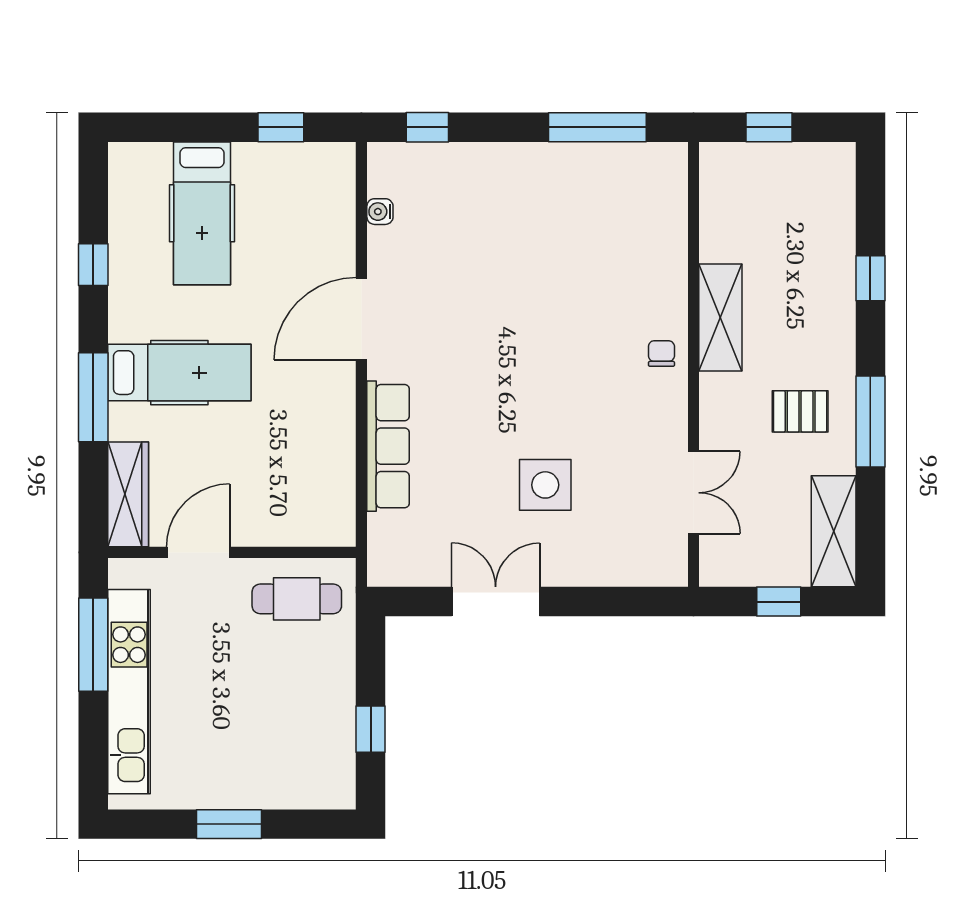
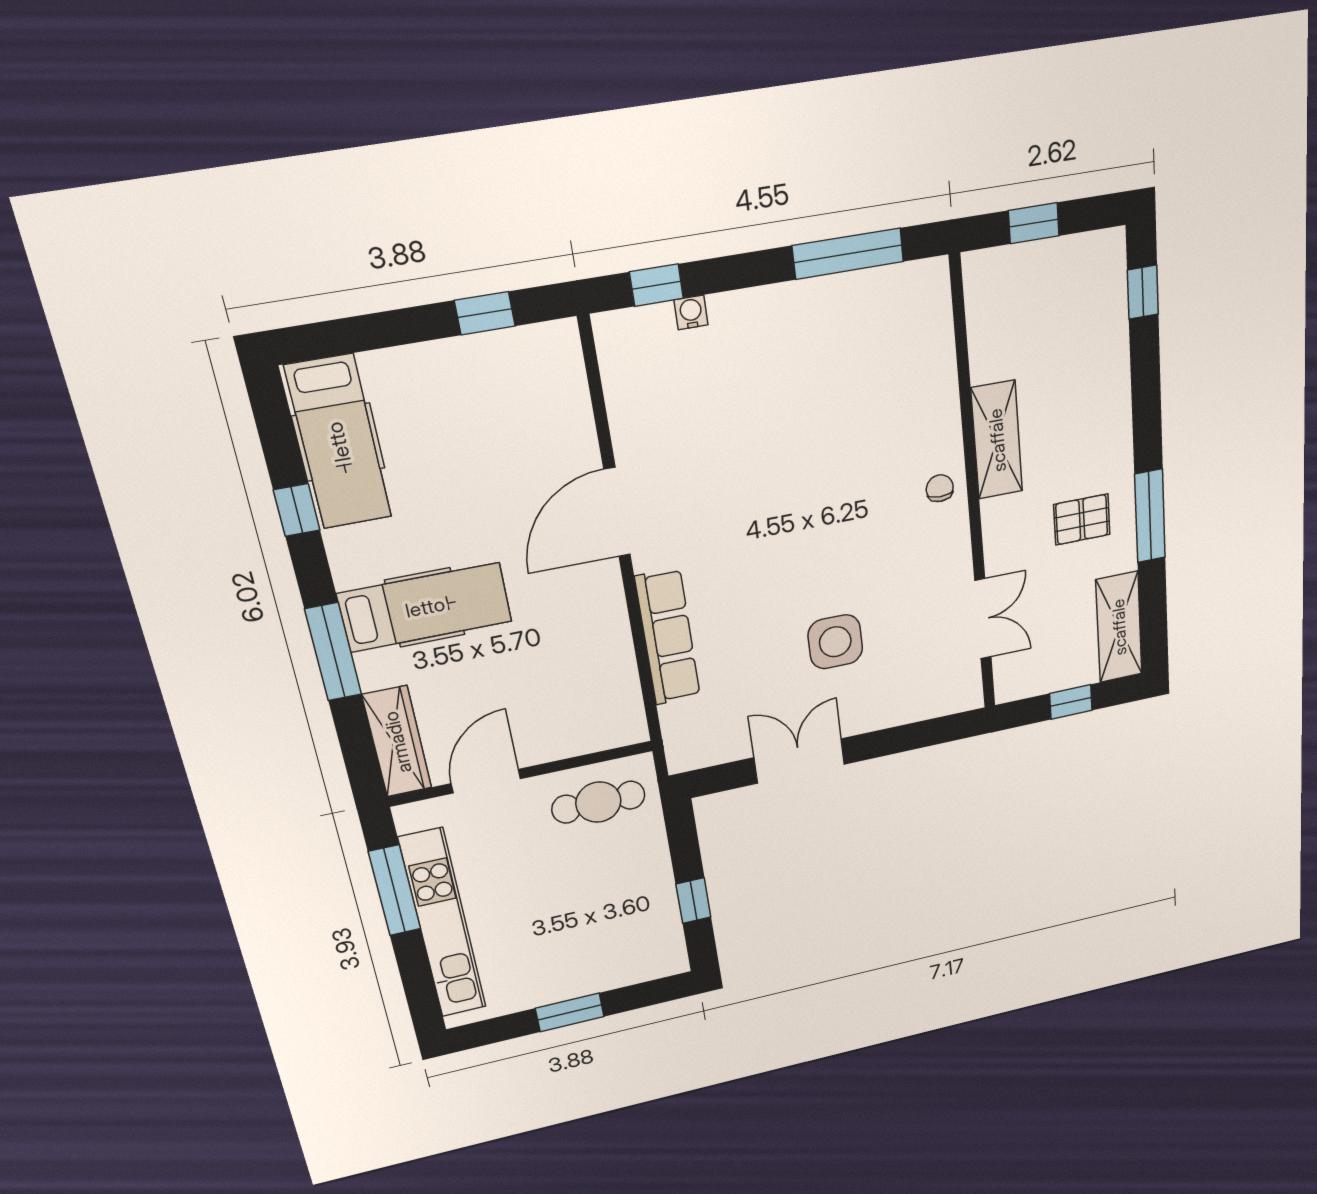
water cooler: (380, 212) -> (691, 312), moved, turned 90
hospital bed: (202, 213) -> (338, 442), moved
window: (870, 278) -> (1143, 292), moved

